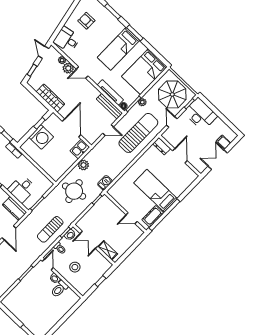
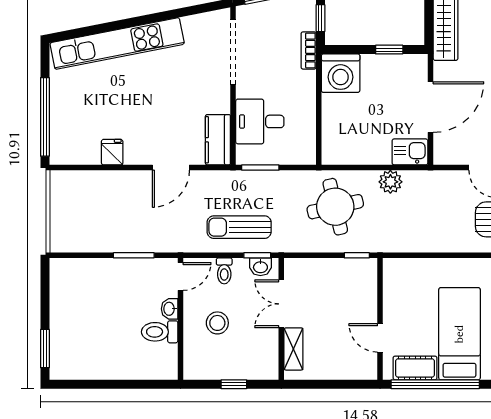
washing machine: (41, 137) -> (341, 73), moved
barbecue: (105, 183) -> (395, 242), removed

